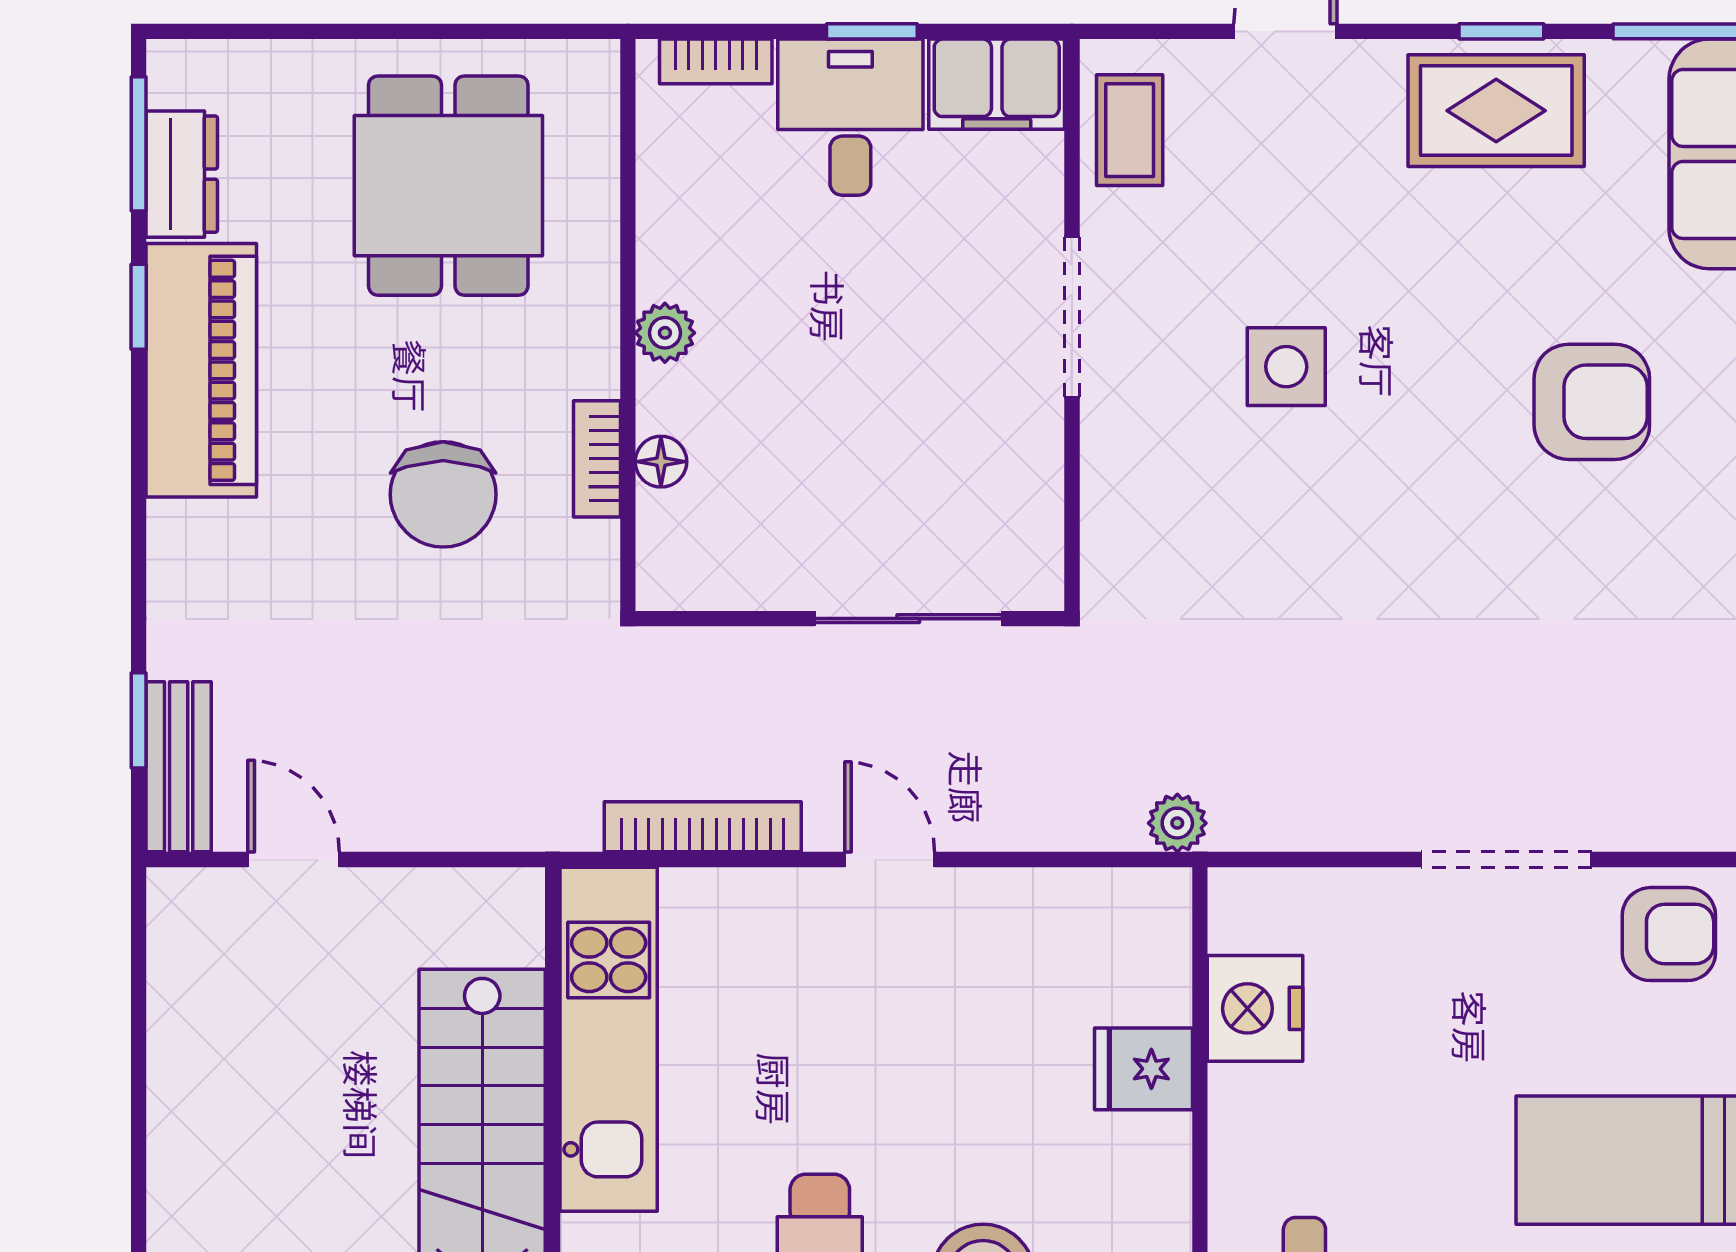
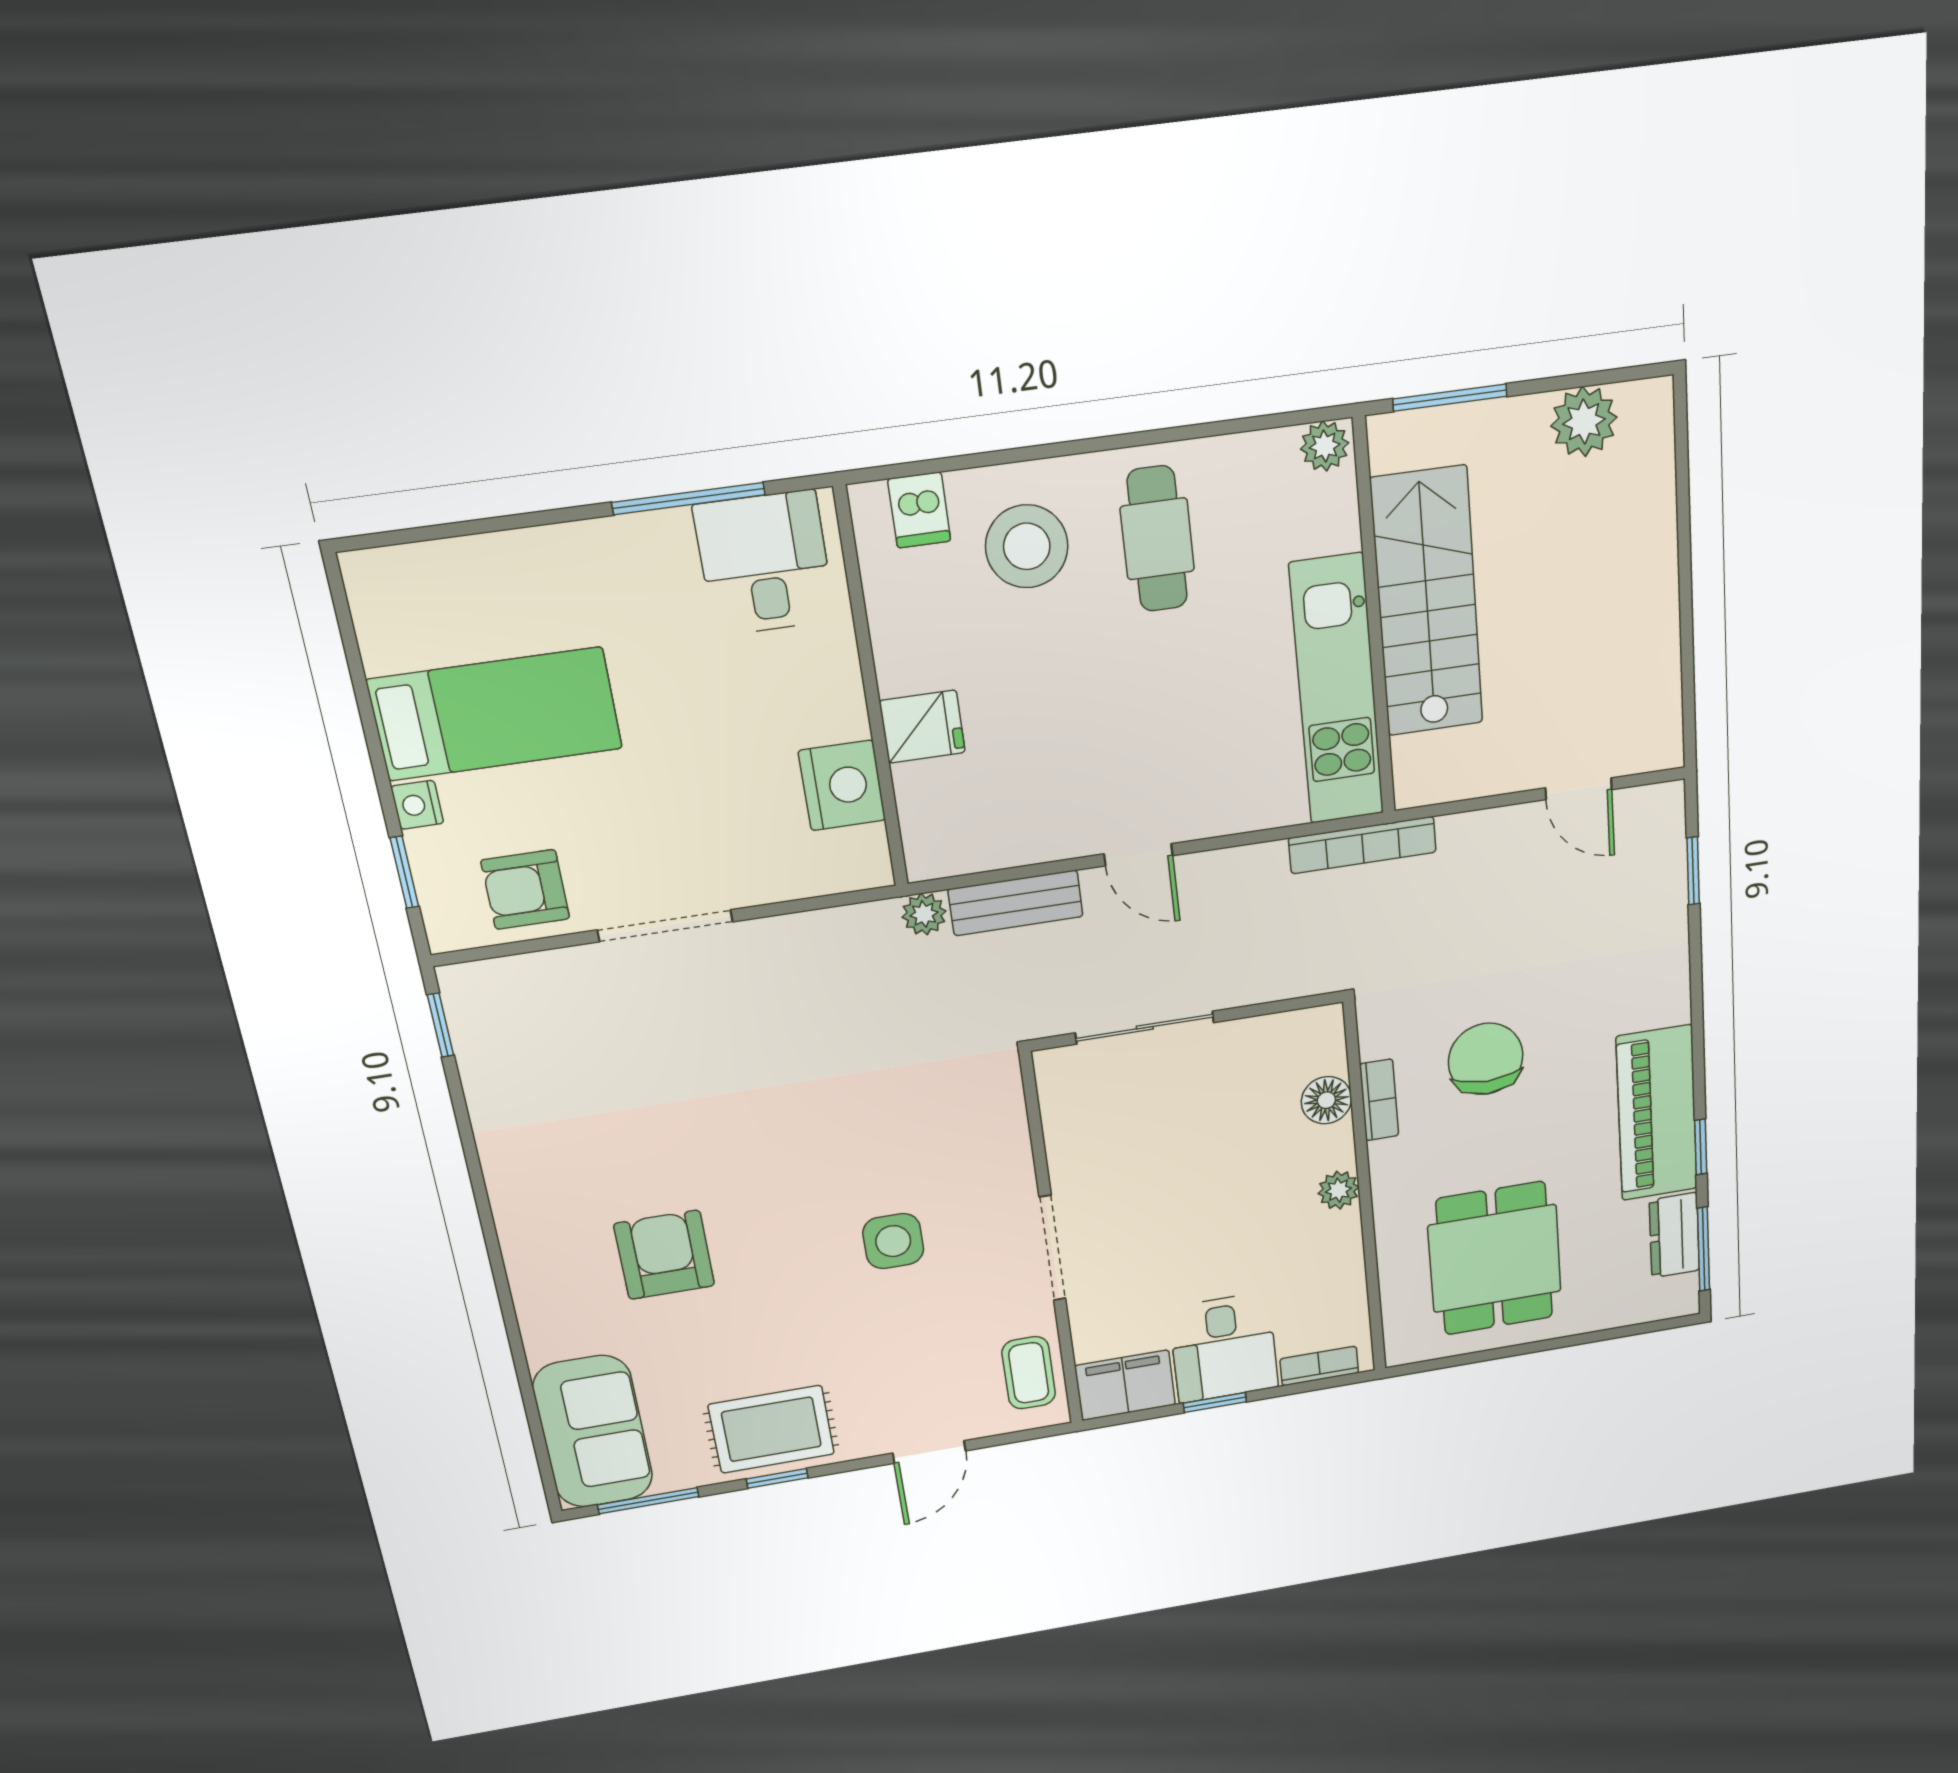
armchair: (1592, 402) -> (664, 1255), turned 90
floor lamp: (661, 462) -> (1326, 1100), width x1.37, depth x1.37
bench: (179, 767) -> (1016, 903), moved, turned 90
bookcase: (703, 827) -> (1362, 845), moved

